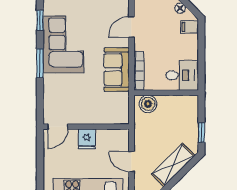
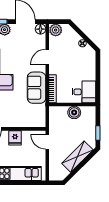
filing cabinet: (190, 27) -> (89, 57), removed
boiler: (148, 104) -> (74, 112), moved
door: (131, 162) -> (47, 142), moved

